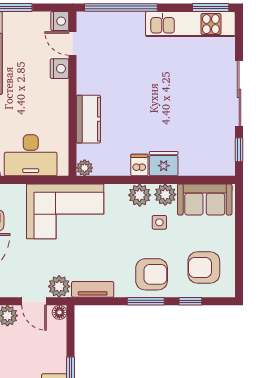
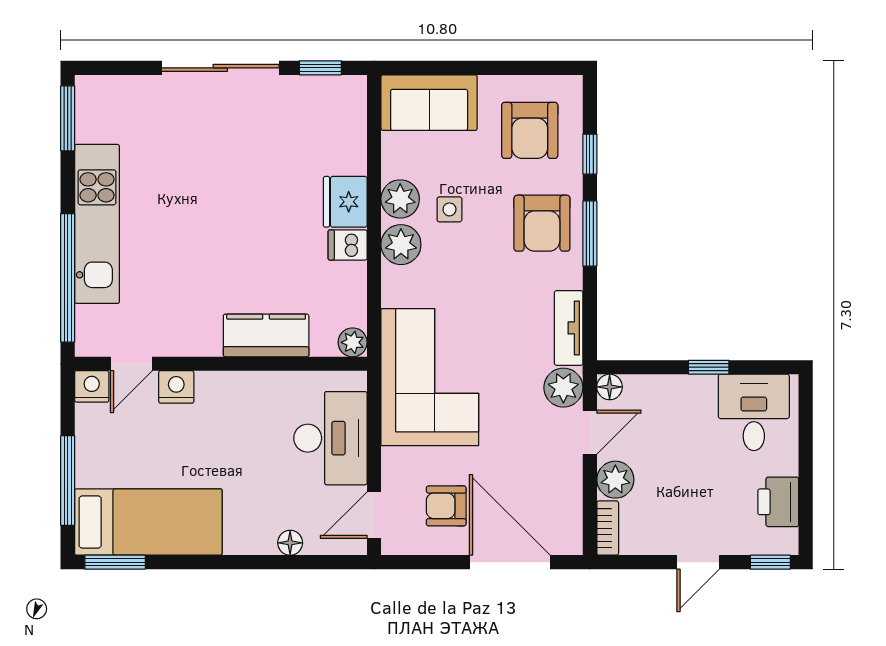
kitchen unit: (190, 24) -> (97, 224), moved
sofa: (205, 199) -> (429, 103), moved, turned 90
armchair: (152, 274) -> (542, 223), turned 180

